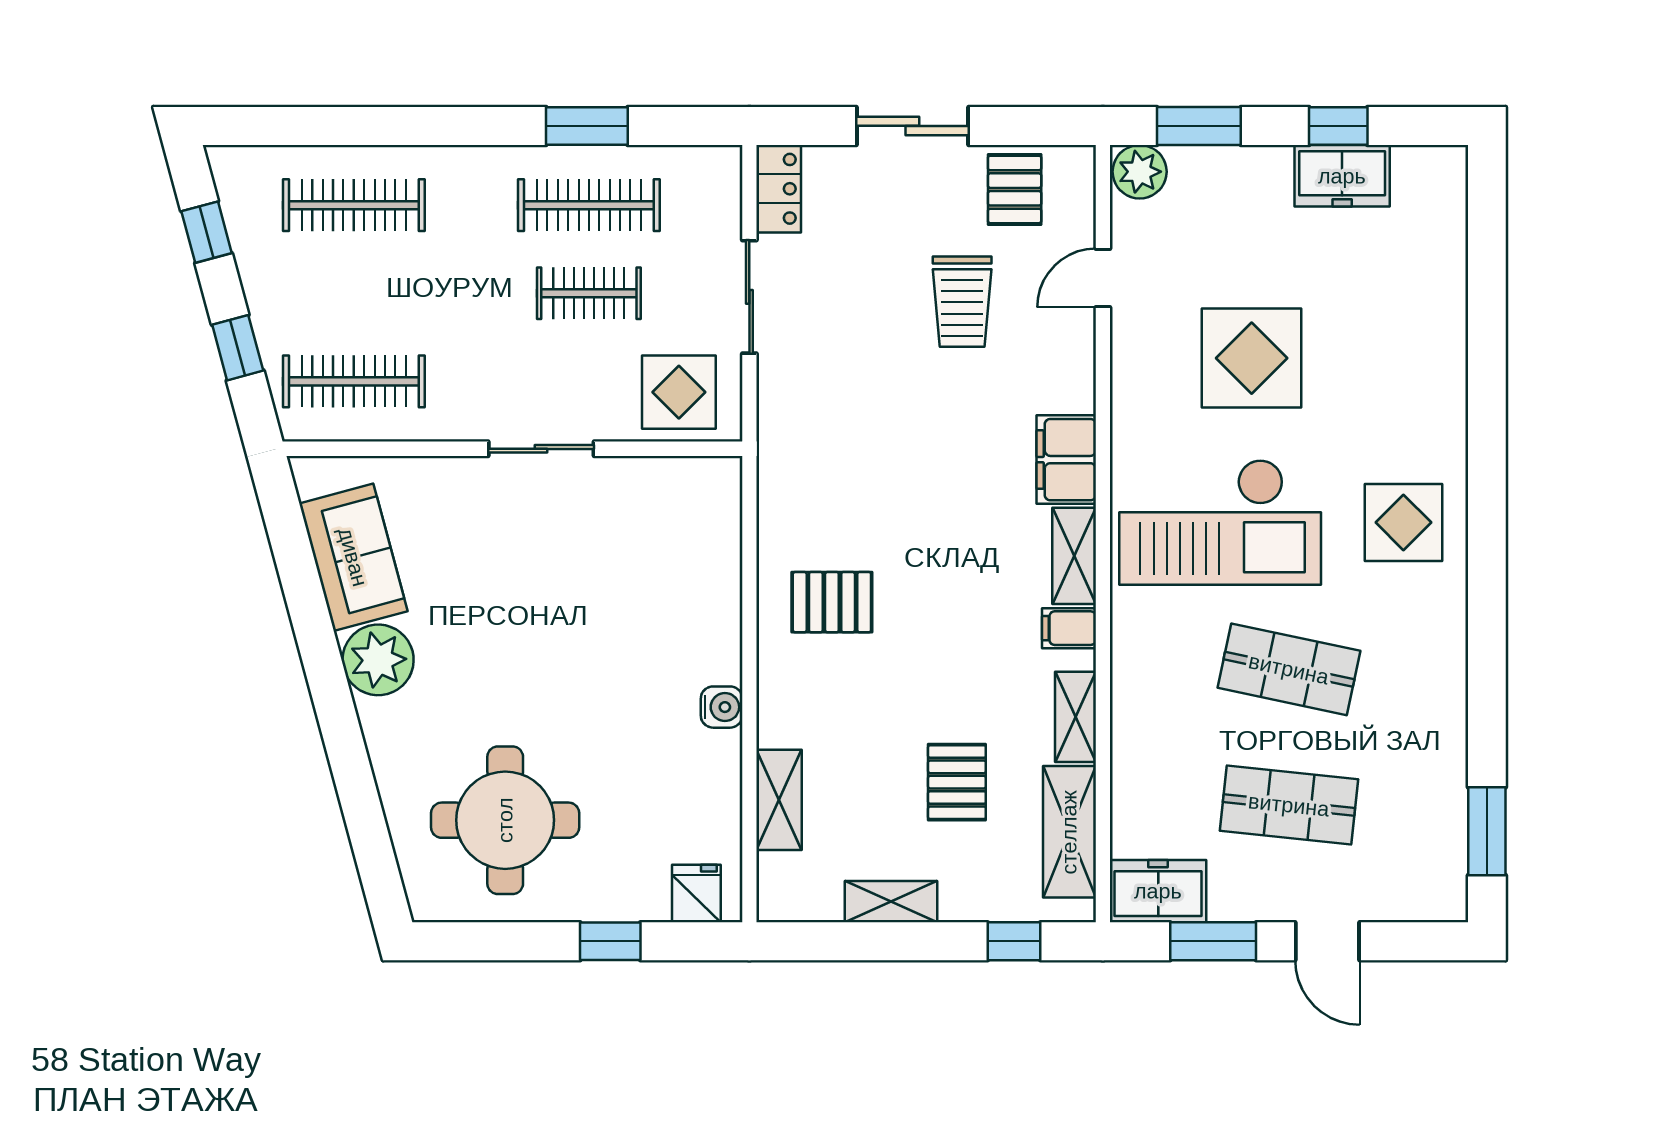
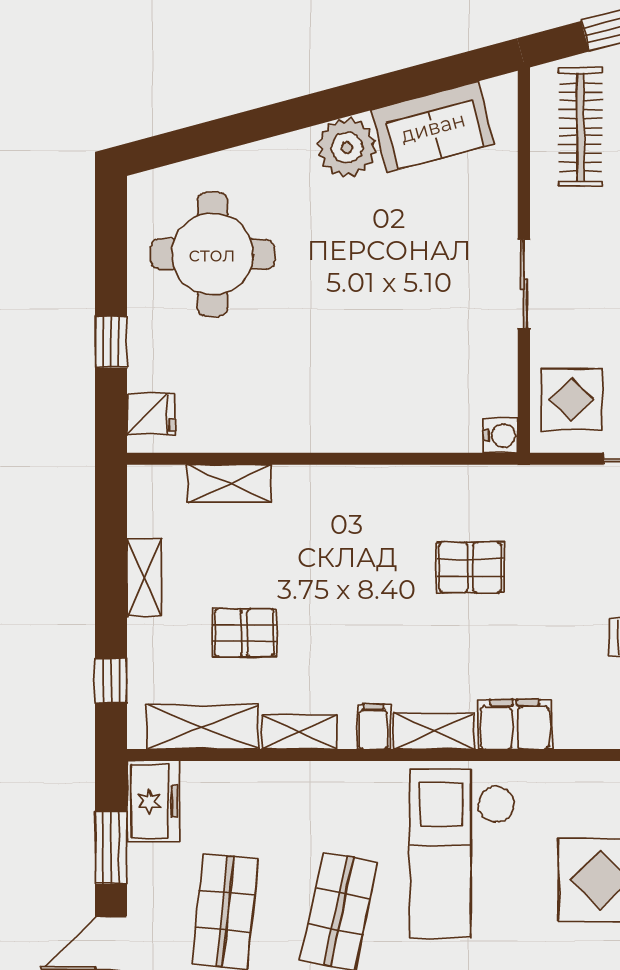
pallet: (832, 602) -> (470, 567), moved, turned 90
water cooler: (722, 707) -> (501, 435), moved, turned -90

